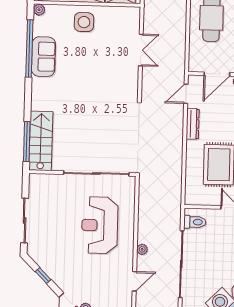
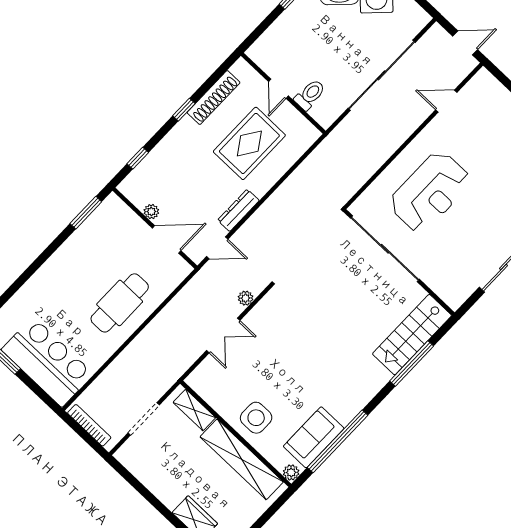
double door: (141, 50) -> (223, 335), swing flipped
sofa: (43, 57) -> (314, 437), moved
window: (27, 142) -> (412, 364), moved
toilet: (195, 222) -> (310, 95), moved, turned 90
plant: (142, 249) -> (246, 298), moved

